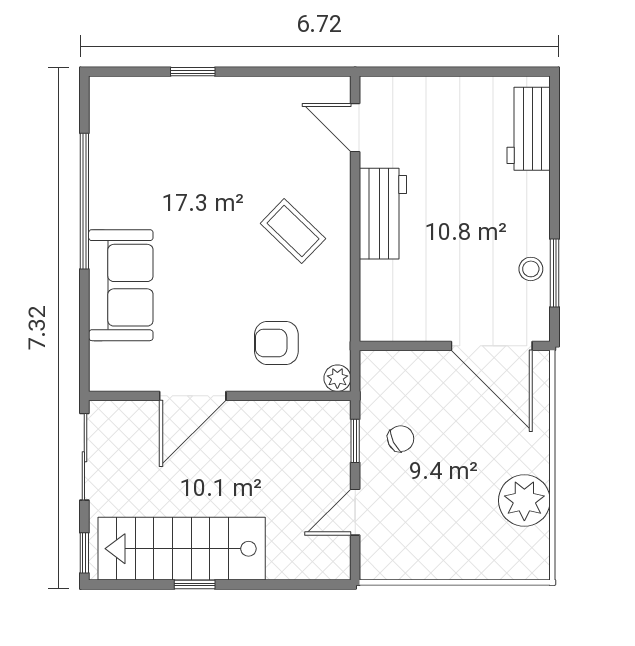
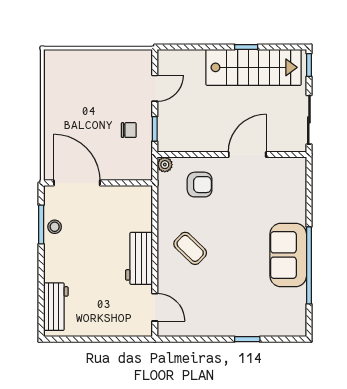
sofa: (121, 285) -> (288, 255), moved
chair: (401, 439) -> (129, 130), turned -153
plant: (524, 501) -> (58, 95), removed

